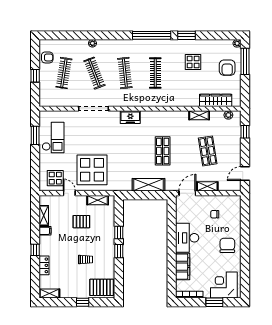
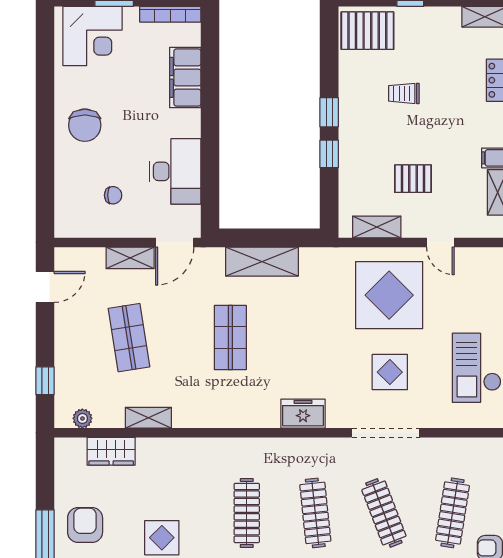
wardrobe: (216, 100) -> (111, 451), width x0.67
display table: (55, 178) -> (390, 372), moved
desk: (187, 238) -> (175, 171), moved

